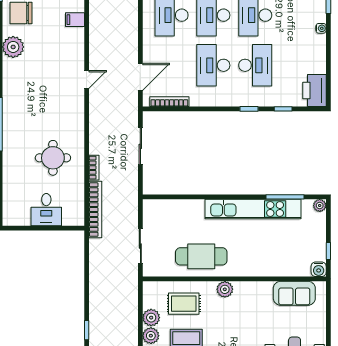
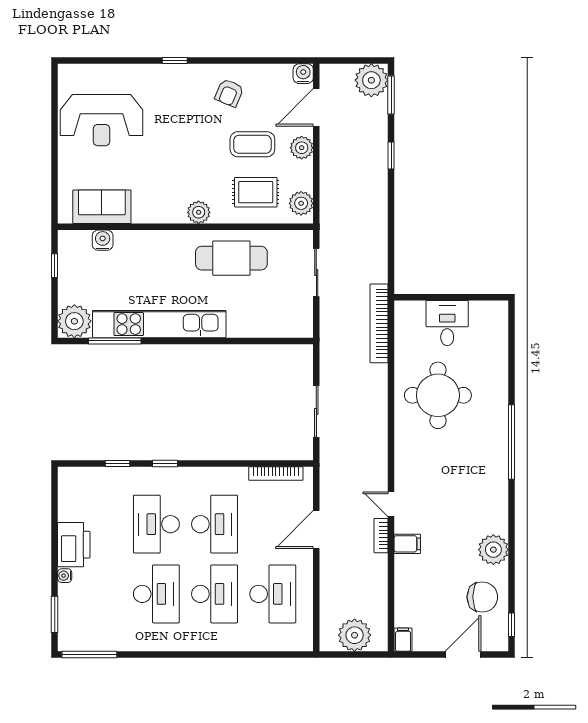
filing cabinet: (75, 20) -> (407, 544), moved
door: (140, 77) -> (316, 530), moved
door: (87, 80) -> (391, 504), hinge flipped
printer: (314, 91) -> (74, 545), moved
round table: (53, 158) -> (438, 395), width x1.36, depth x1.36
bookcase: (94, 168) -> (381, 536), moved
plant: (320, 205) -> (74, 321), width x1.88, depth x1.88
water cooler: (319, 269) -> (103, 240), moved
plant: (151, 318) -> (301, 203), moved

